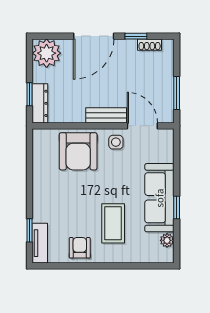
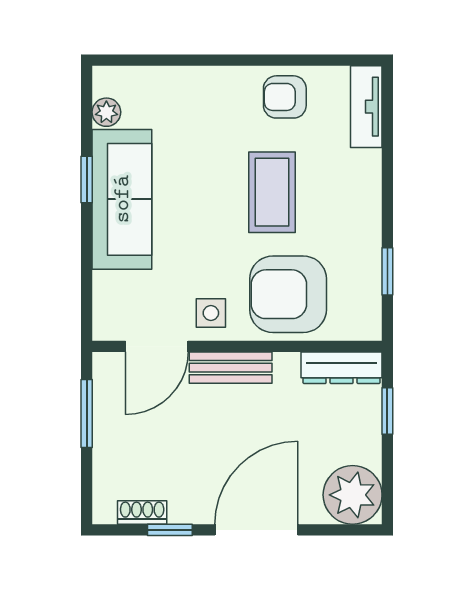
dresser: (40, 103) -> (342, 368), moved, turned -90
door: (142, 126) -> (157, 346), hinge flipped
armchair: (78, 151) -> (288, 294), turned -90
coffee table: (113, 223) -> (272, 192), moved
window: (29, 230) -> (387, 271), moved
armchair: (80, 248) -> (285, 97), turned 90

